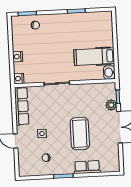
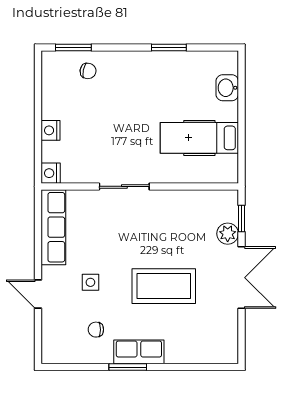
washbasin: (109, 72) -> (227, 88), moved
coffee table: (80, 134) -> (164, 286), turned 90
row of seats: (87, 167) -> (139, 352), moved

